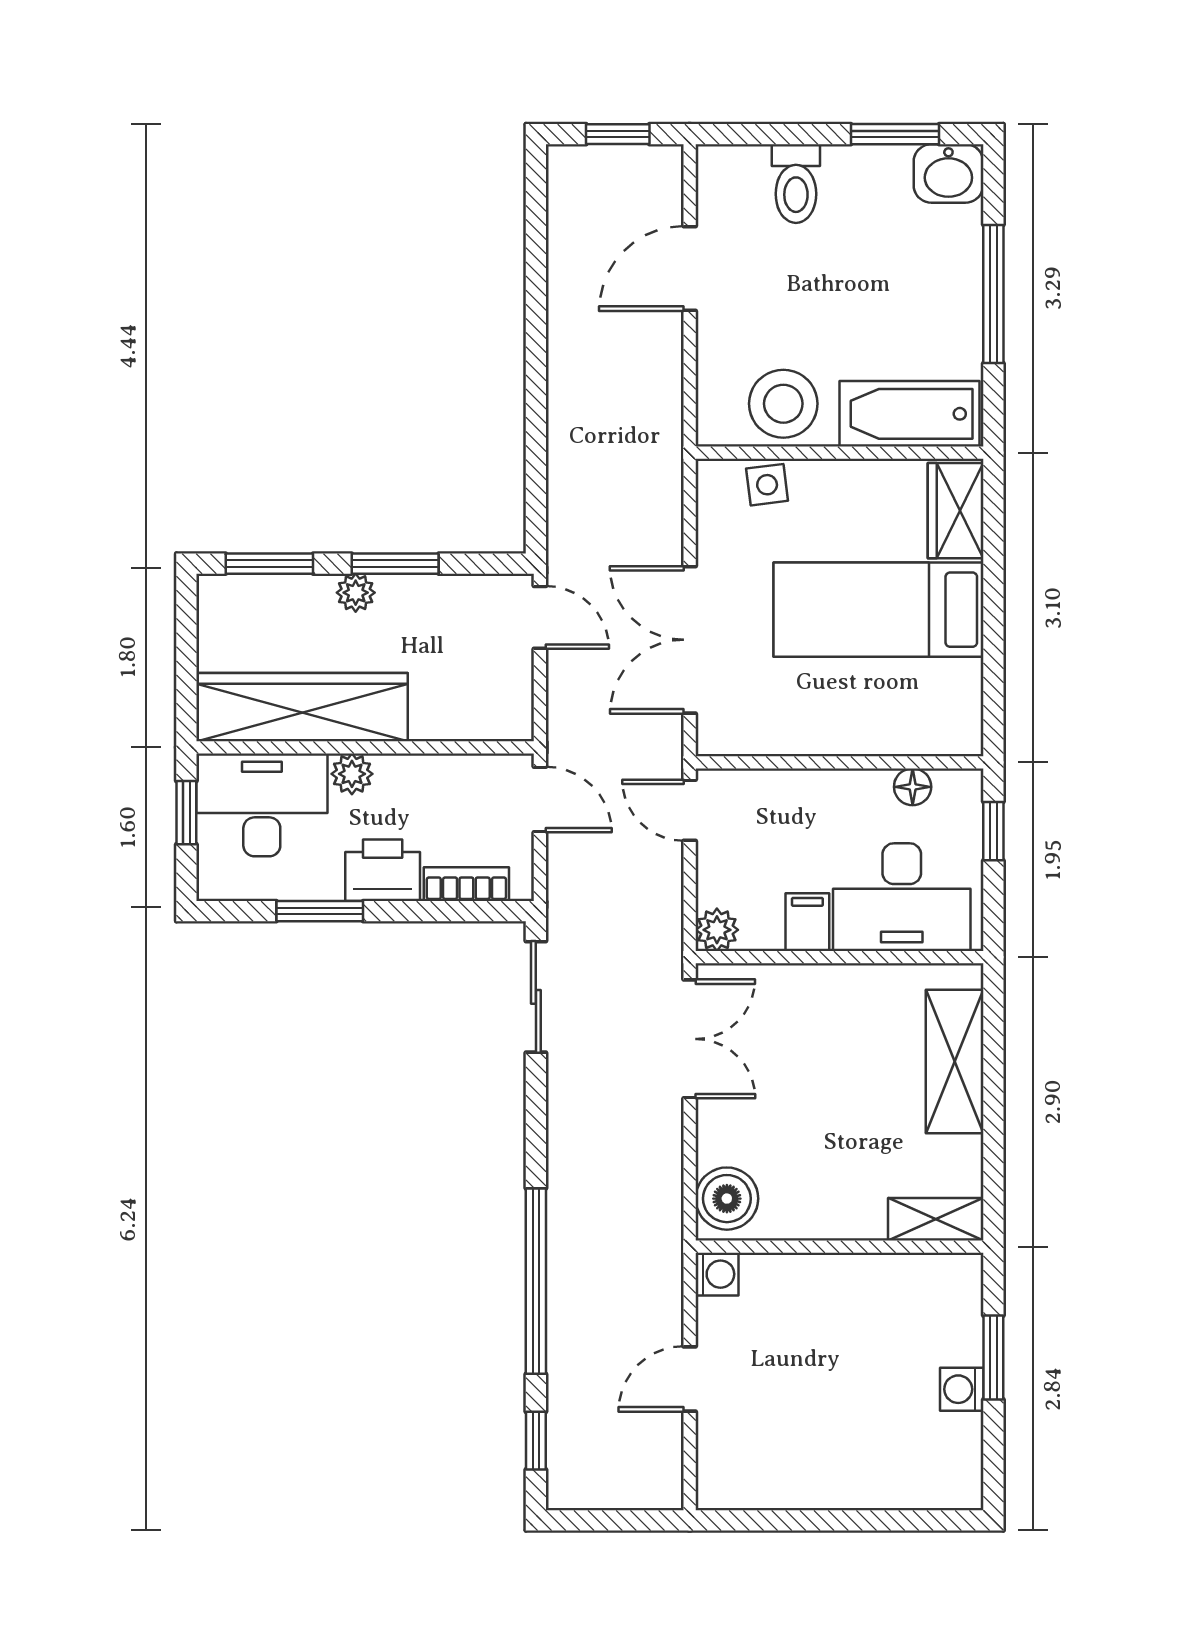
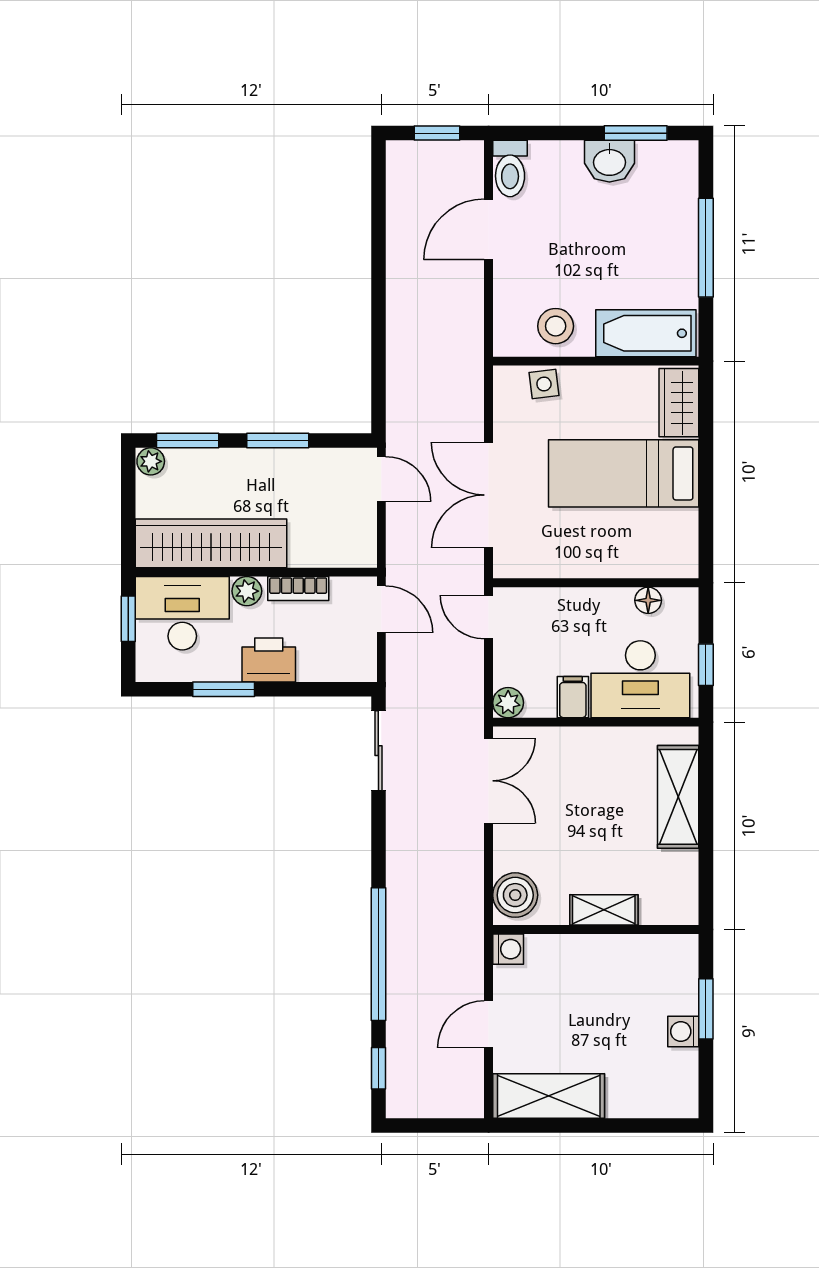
washbasin: (948, 173) -> (609, 161), moved
toilet: (796, 184) -> (510, 168), moved
stool: (783, 404) -> (556, 326), width x0.73, depth x0.73
plant: (356, 593) -> (151, 461), moved
window: (993, 831) -> (706, 665), moved
bookcase: (466, 884) -> (298, 588), moved, turned 180
shelving: (936, 1219) -> (604, 910), moved
shelving: (774, 1479) -> (549, 1096), added

